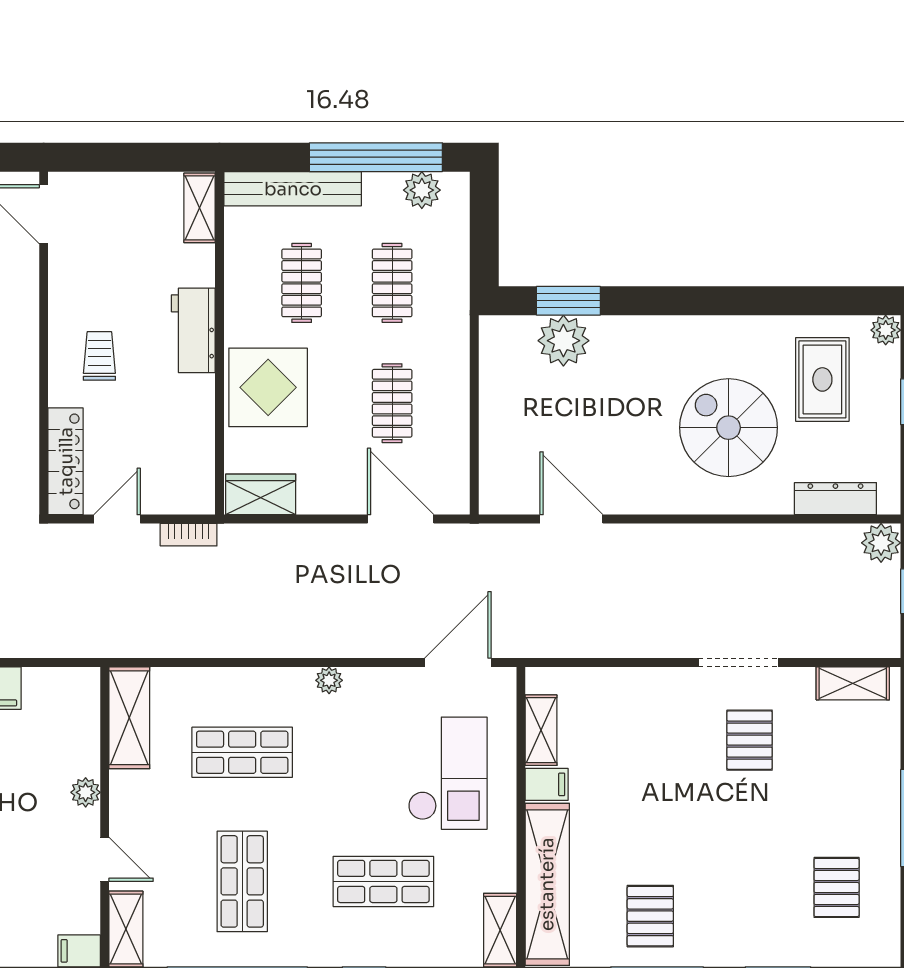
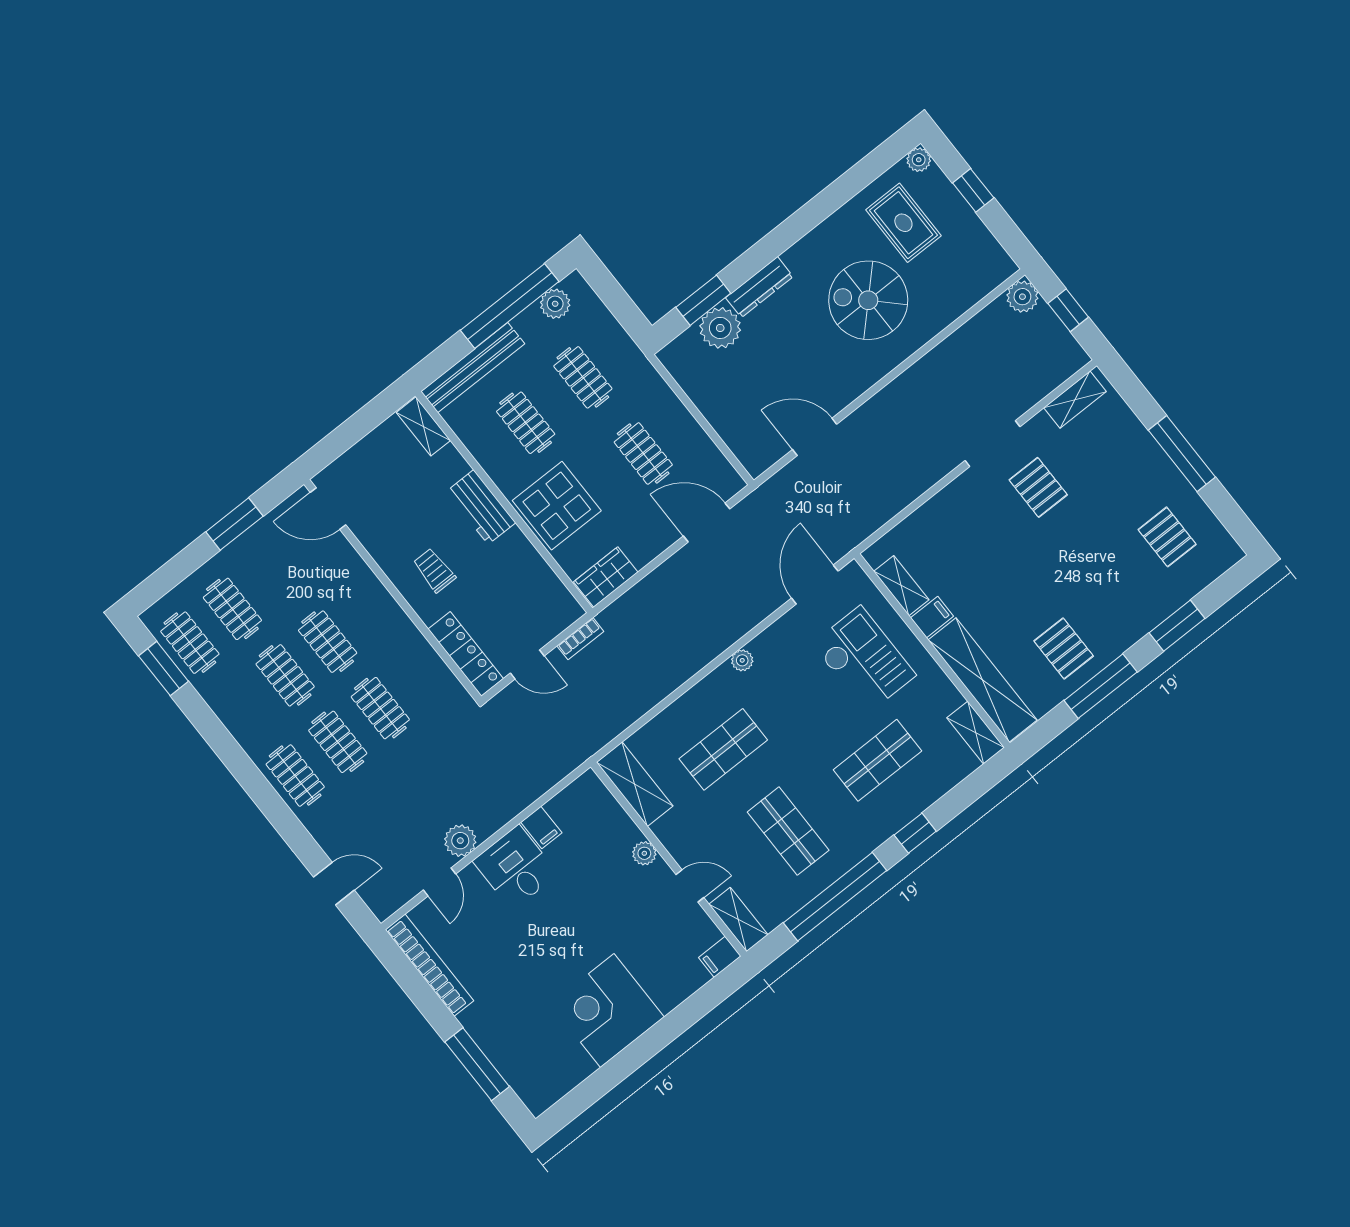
dresser: (835, 499) -> (759, 287), moved, turned 180
door: (117, 519) -> (527, 665), swing flipped

